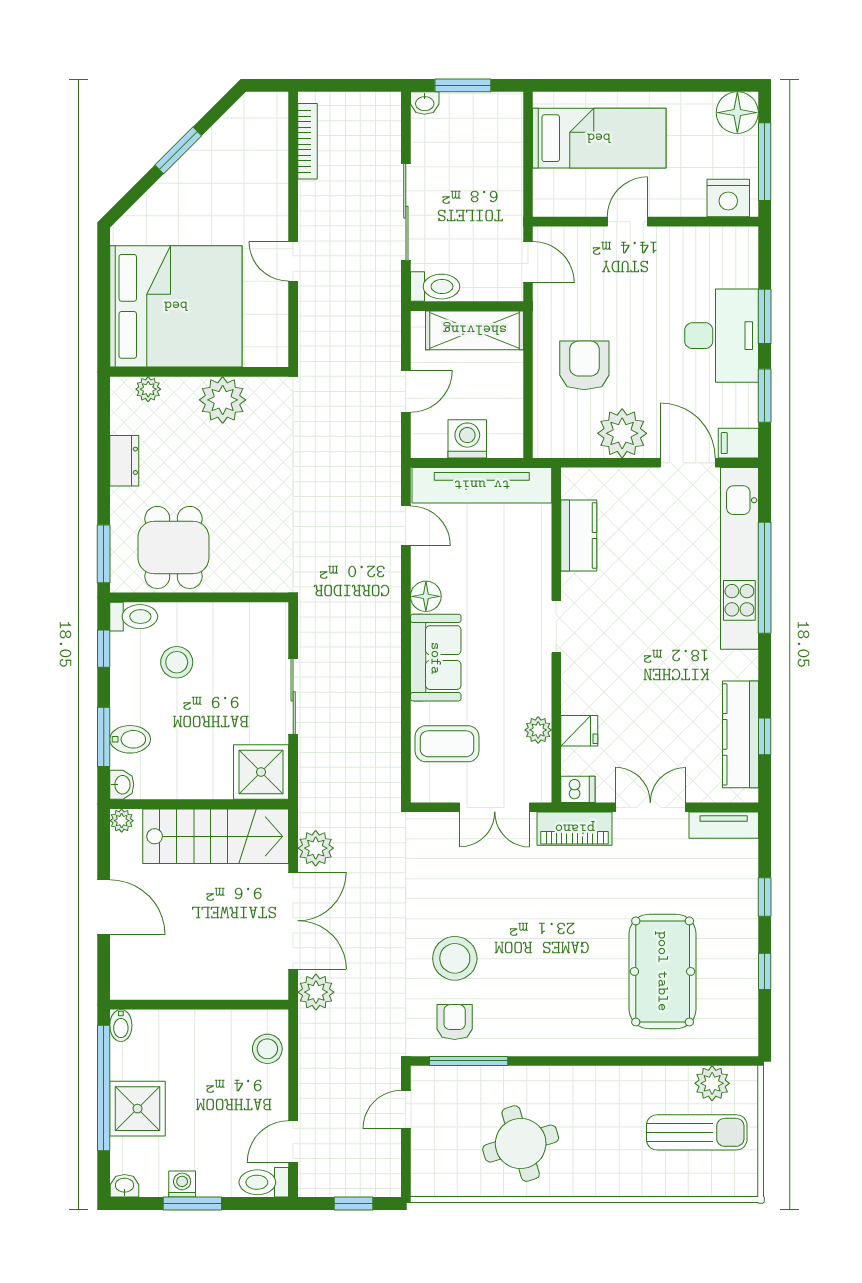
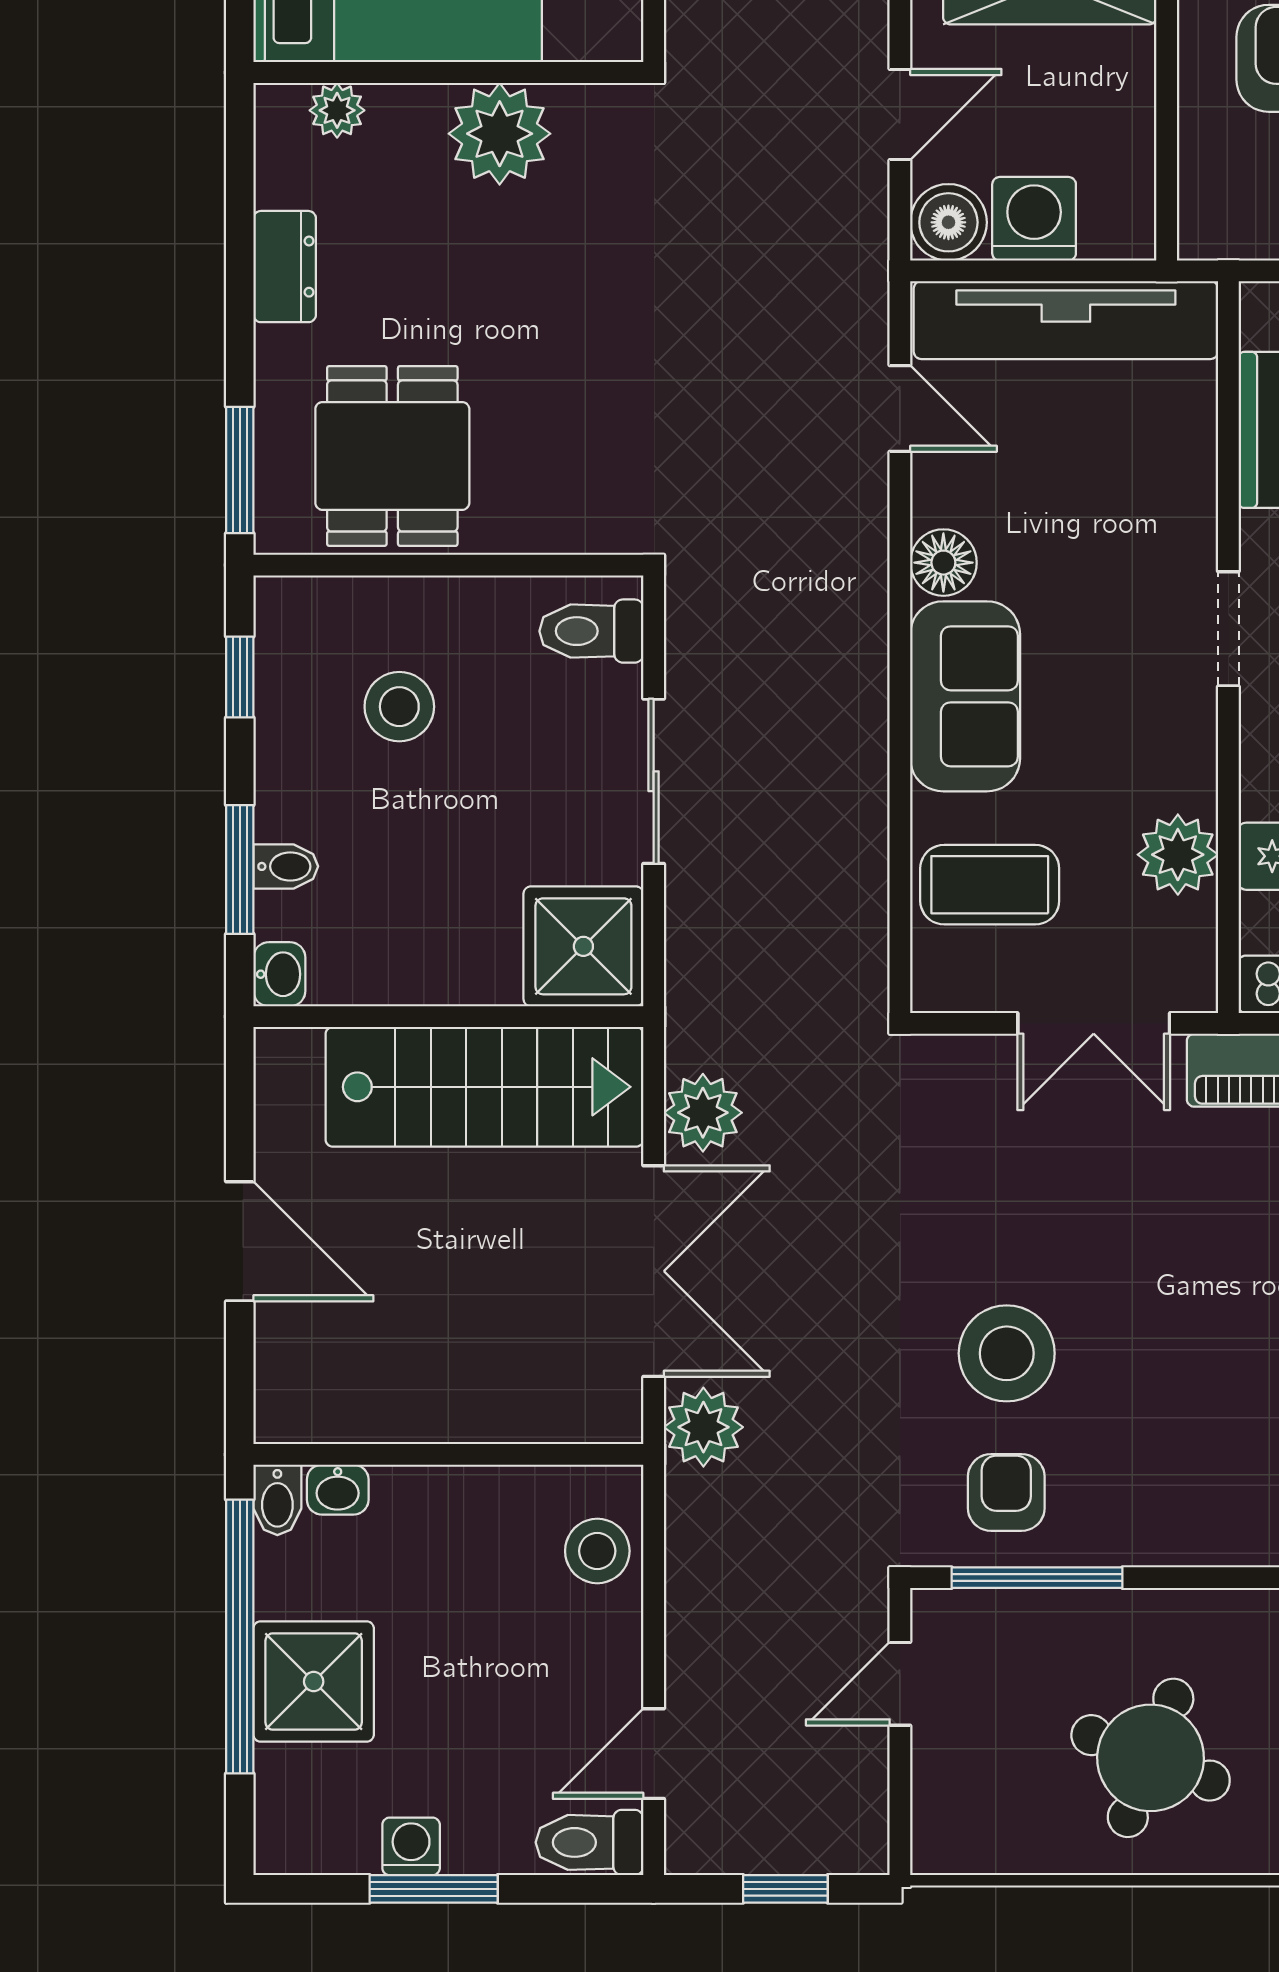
boiler: (428, 441) -> (948, 222), added
toilet: (134, 617) -> (591, 631), moved, turned 180
plant: (538, 730) -> (1178, 855), width x1.38, depth x1.38
bidet: (130, 739) -> (286, 866), width x0.72, depth x0.74
plant: (122, 821) -> (279, 1052), removed
round table: (521, 1144) -> (1151, 1758), turned 38
washbasin: (125, 1186) -> (338, 1490), moved, turned 180

